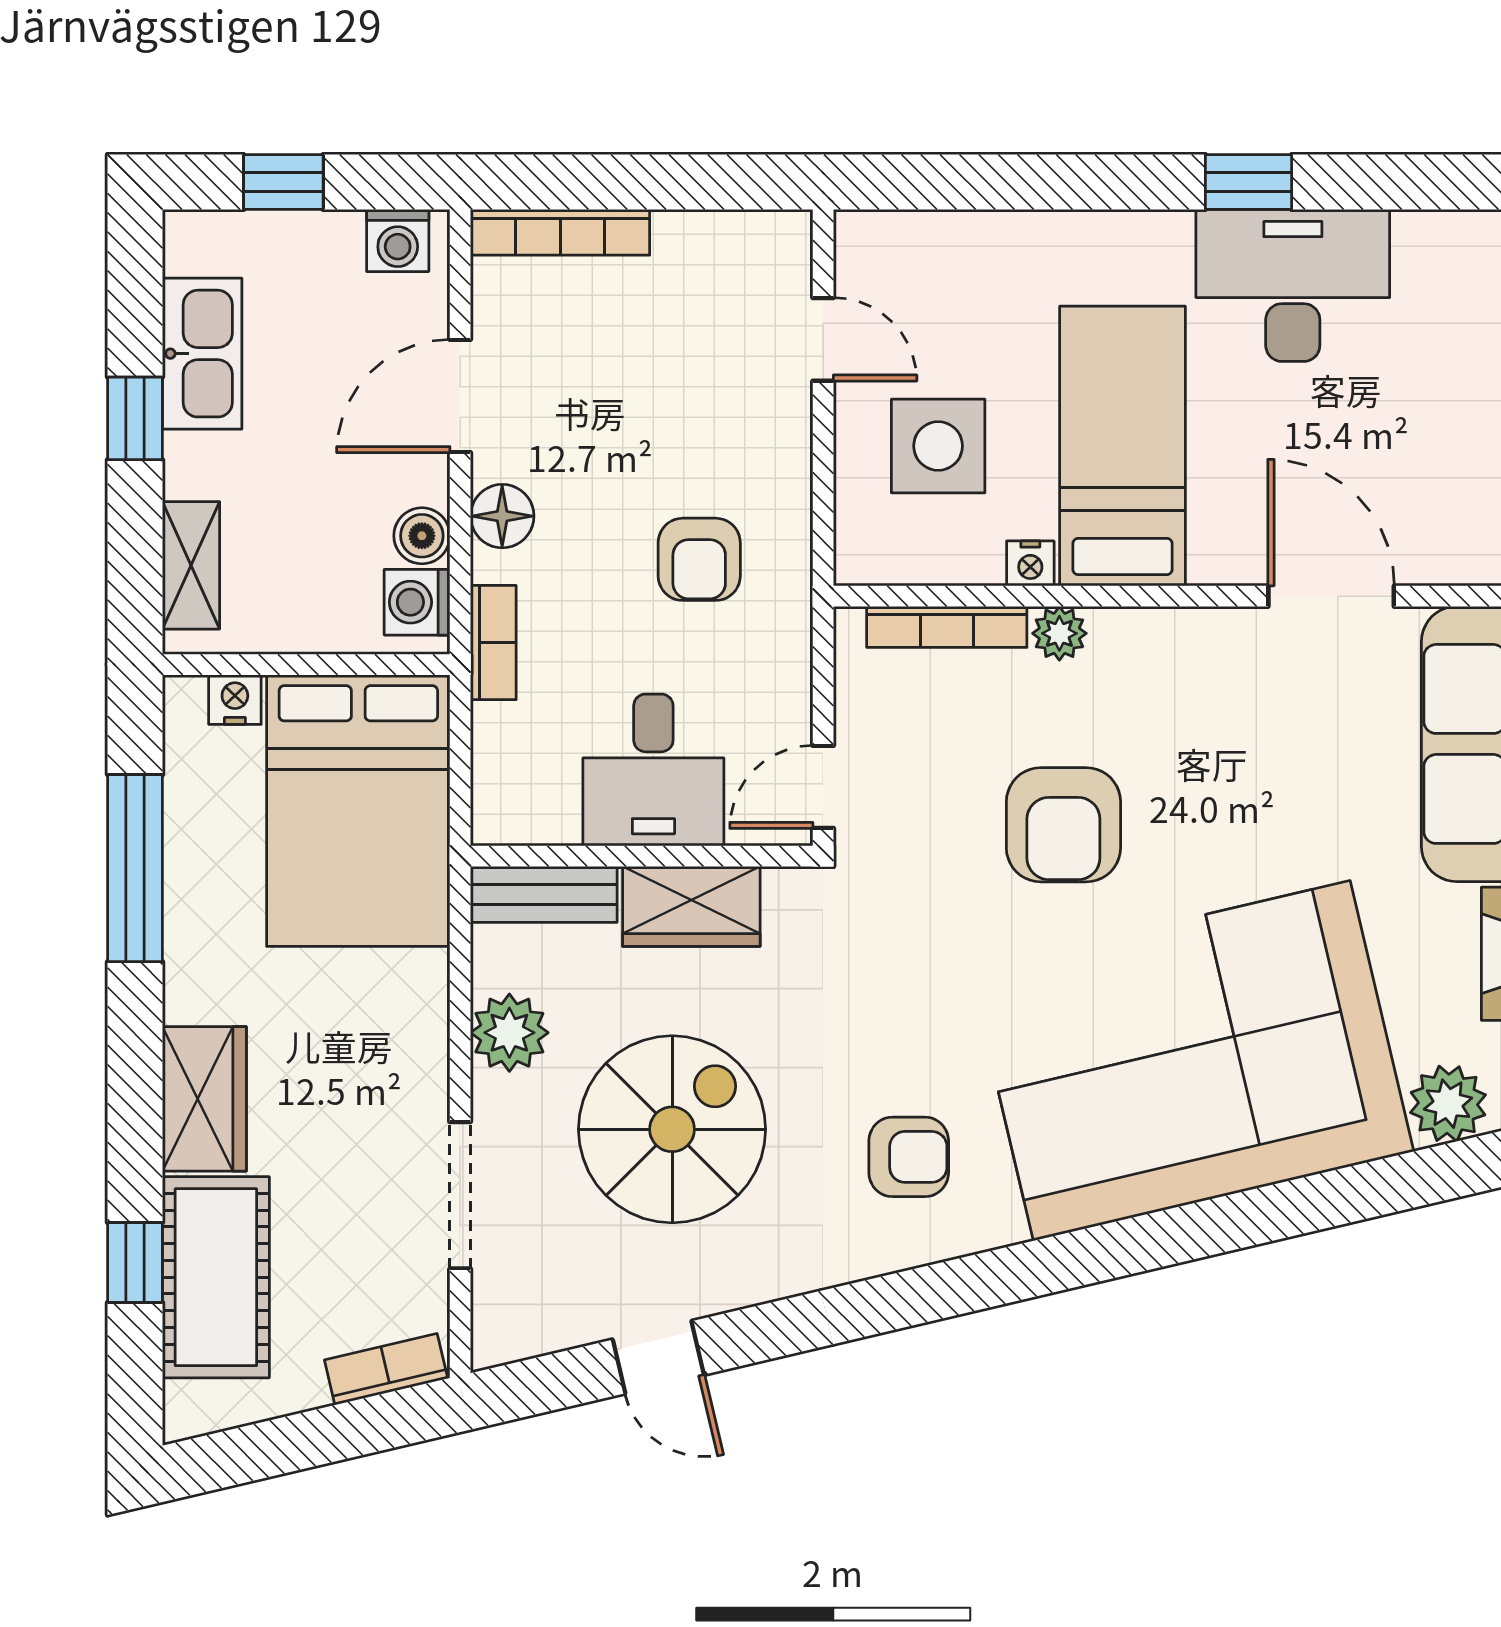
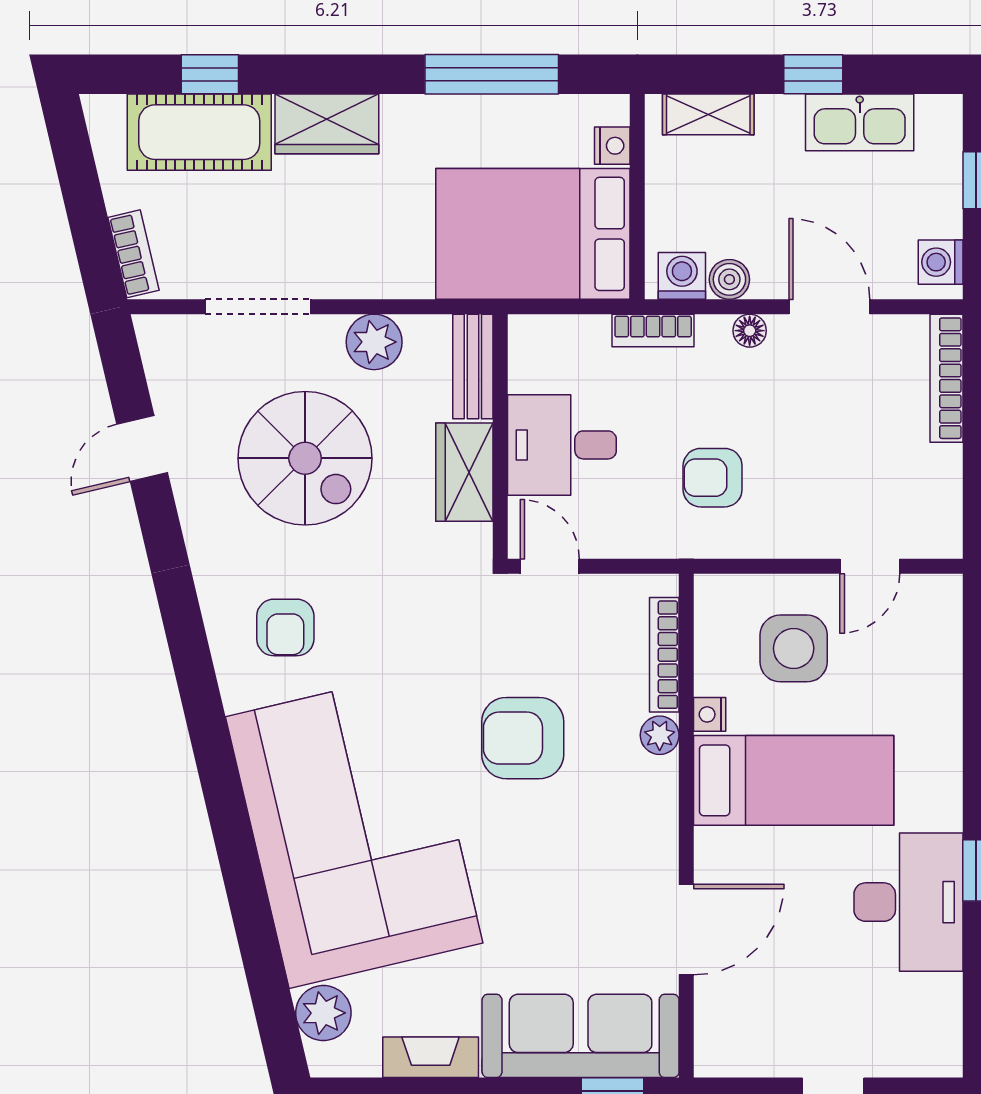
floor lamp: (502, 516) -> (750, 331), width x0.73, depth x0.73

